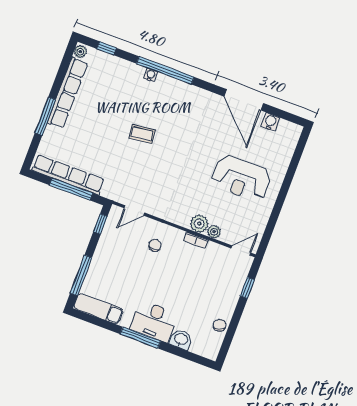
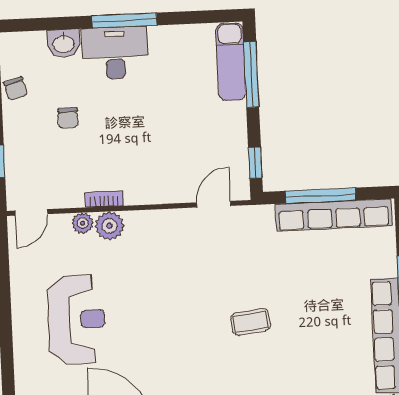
reception desk: (241, 178) -> (77, 319), turned 90
chair: (155, 245) -> (68, 118), moved
exam couch: (98, 309) -> (231, 62), moved, turned 90

